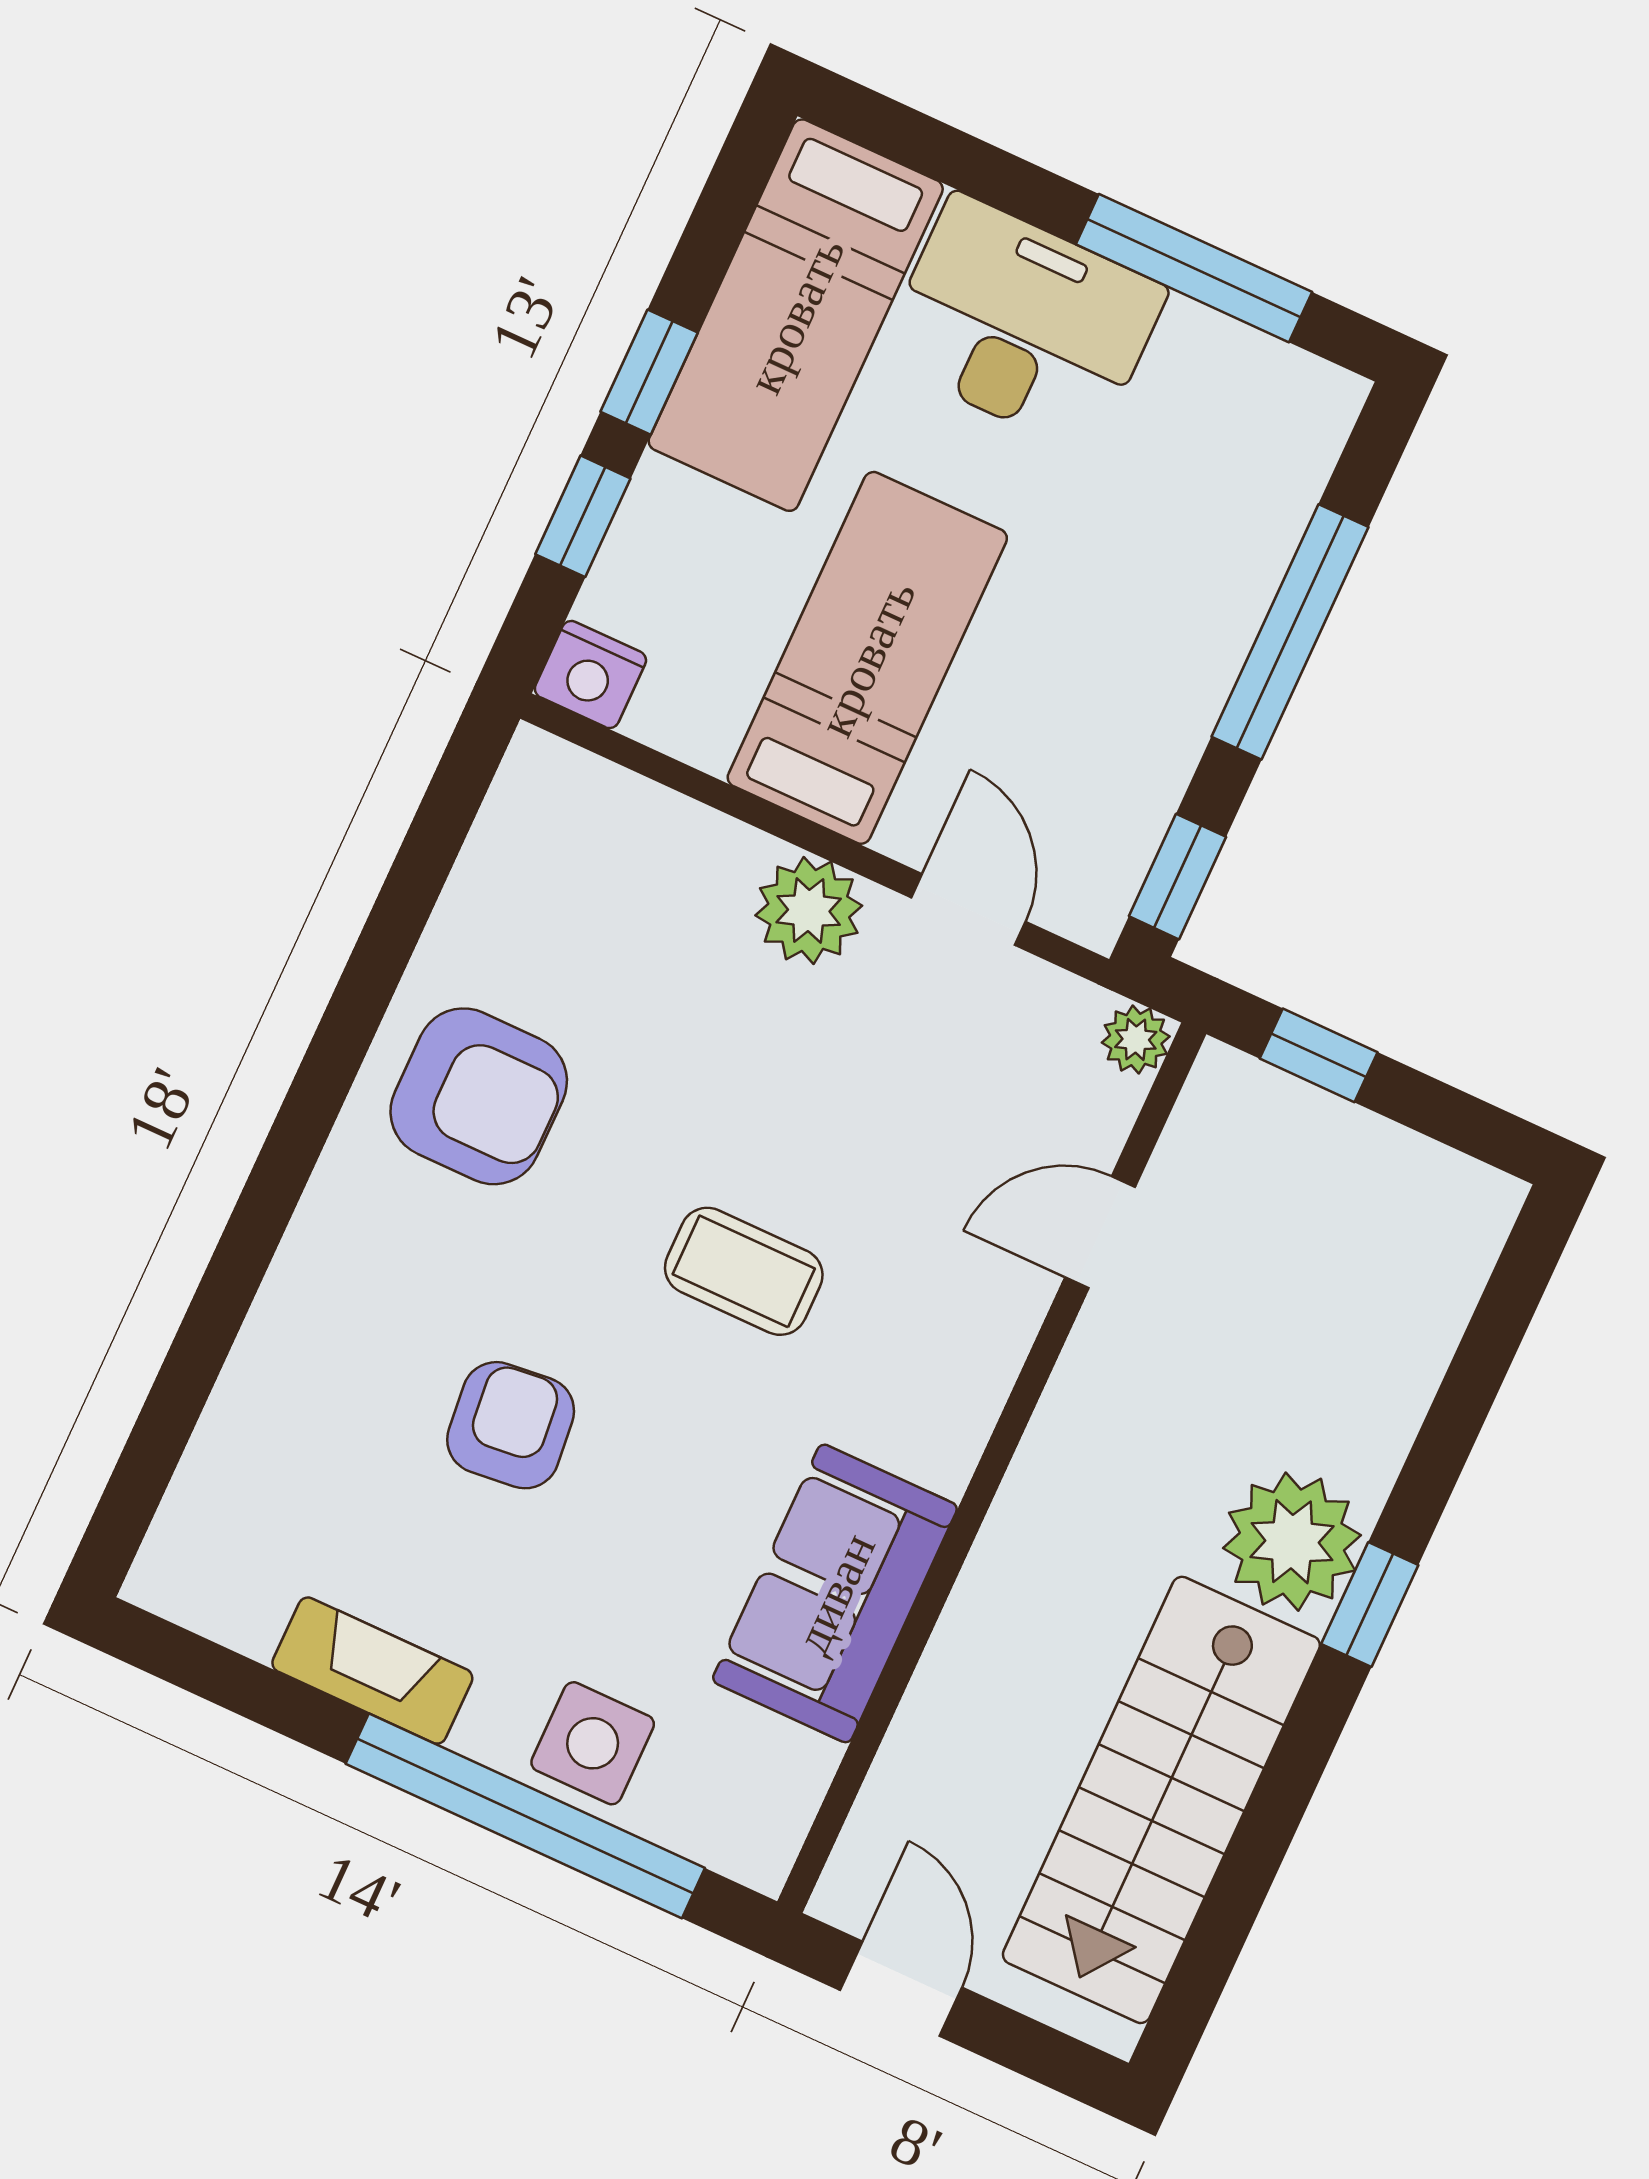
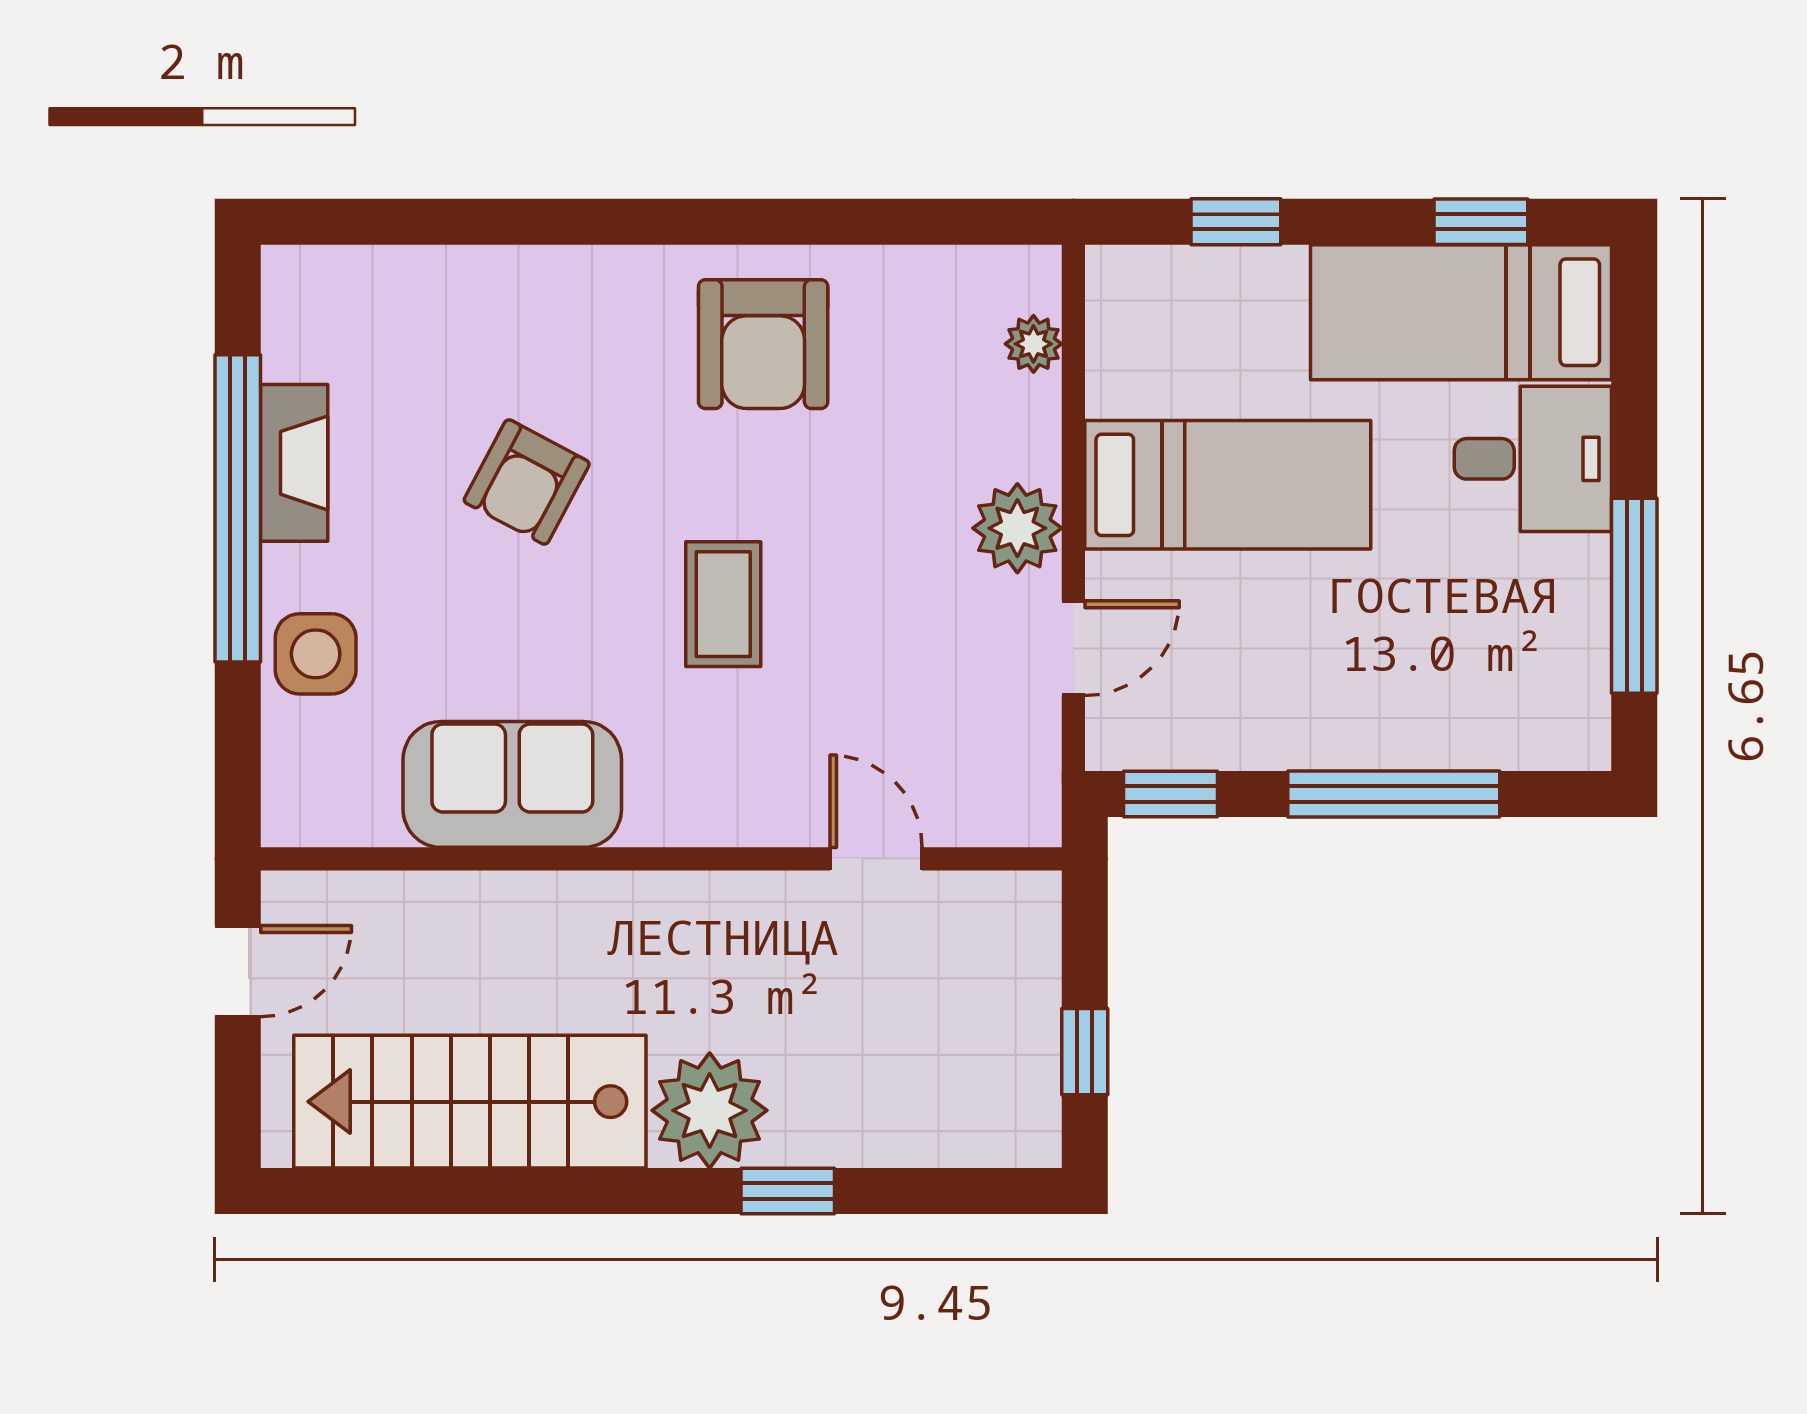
desk: (1022, 324) -> (1533, 459), width x0.73
window: (649, 372) -> (1481, 222), moved
nightstand: (590, 675) -> (1119, 282), removed
plant: (1136, 1039) -> (1033, 344), moved
window: (1319, 1055) -> (1085, 1052), moved
armchair: (511, 1425) -> (527, 482), turned 124
window: (1370, 1605) -> (788, 1191), moved
window: (525, 1816) -> (238, 508), moved

